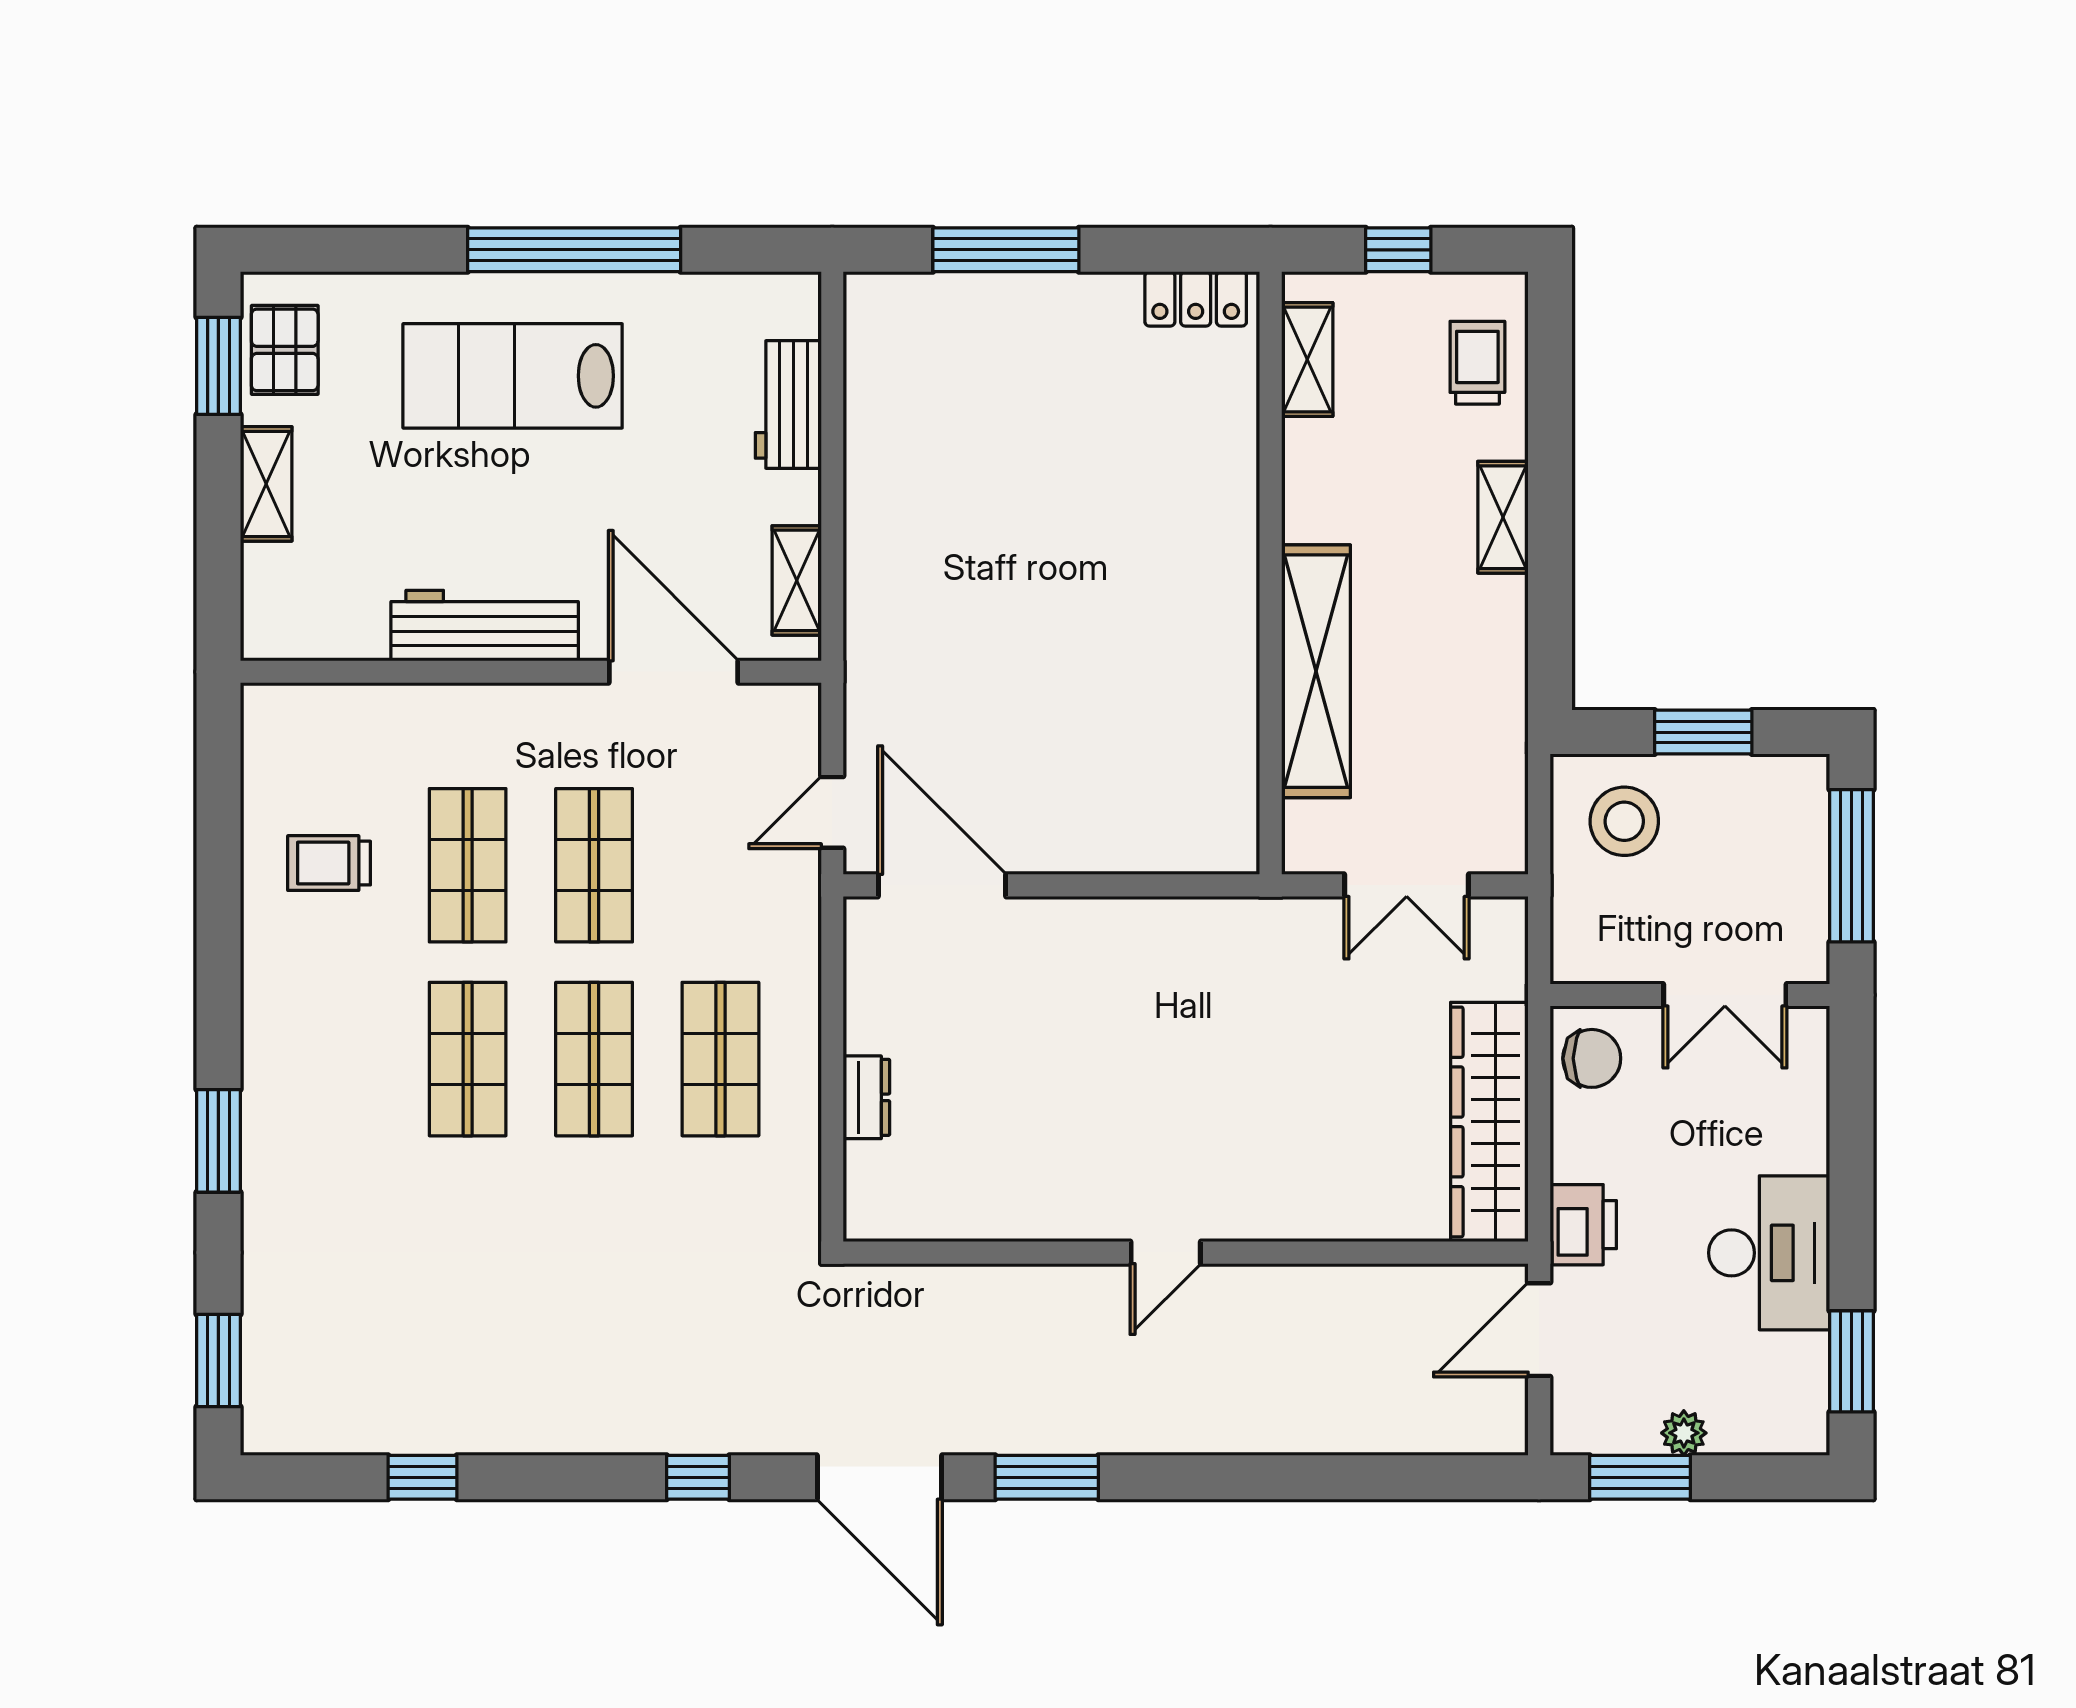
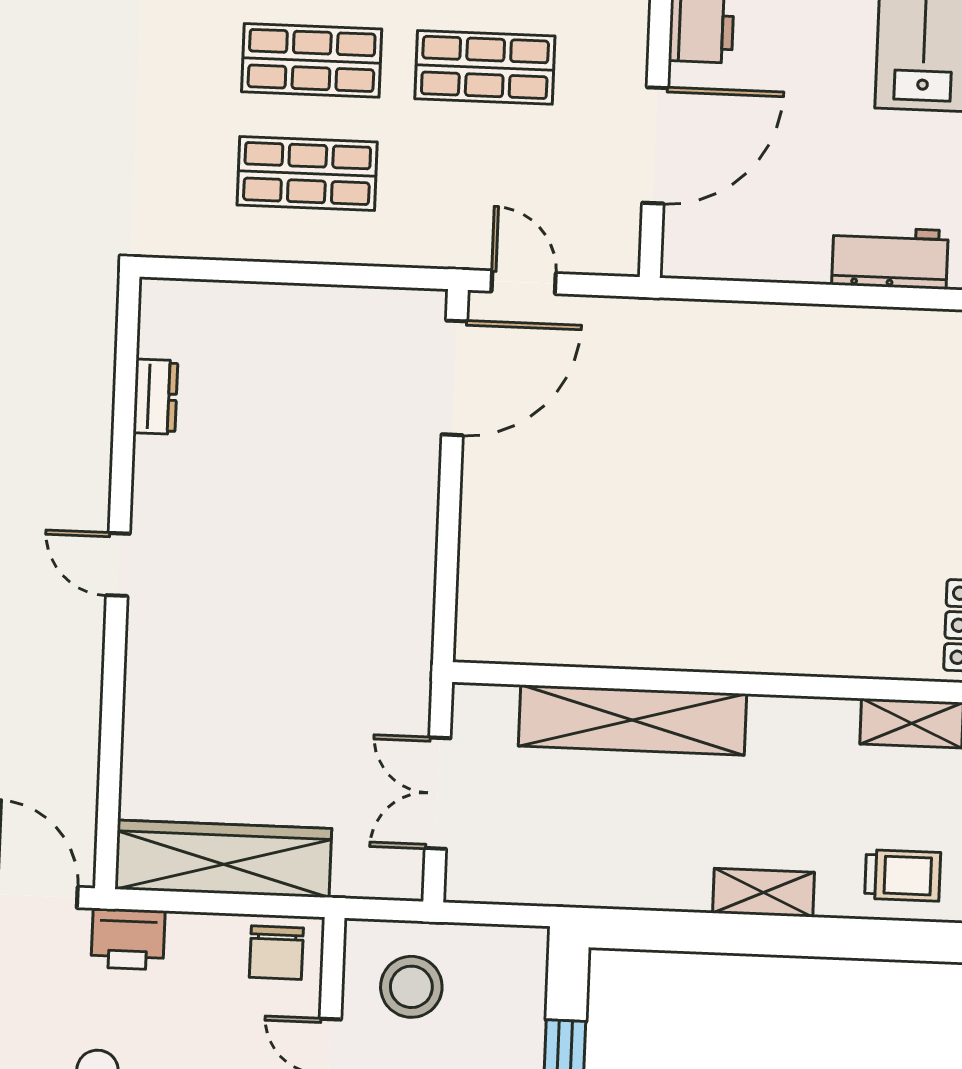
shelving: (797, 580) -> (732, 259), removed
stool: (1624, 821) -> (411, 987), moved
dresser: (866, 1097) -> (155, 397), moved, turned -90

